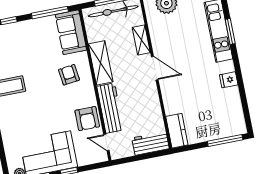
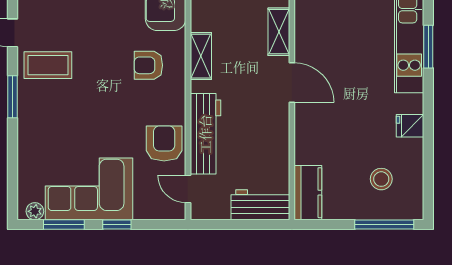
shelving: (101, 63) -> (201, 56), width x0.67, depth x0.75
armchair: (69, 75) -> (148, 65), turned -83
stool: (218, 114) -> (381, 179), added
armchair: (87, 119) -> (164, 143), turned 180

